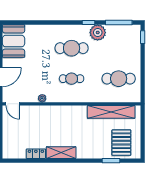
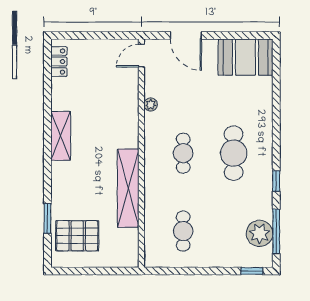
plant: (98, 32) -> (260, 233), moved
cafe table: (119, 79) -> (183, 231), width x0.73, depth x0.74
shelving: (111, 112) -> (128, 188), moved
locker: (36, 154) -> (59, 62), moved

